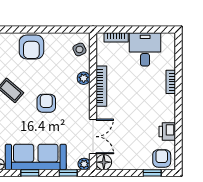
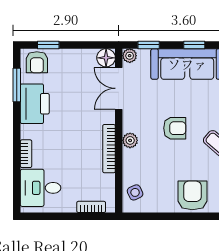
desk: (145, 49) -> (41, 188), moved, turned 90
plant: (84, 78) -> (130, 140), moved
armchair: (46, 103) -> (175, 128), turned -90
printer: (167, 131) -> (35, 104), width x1.87, depth x1.48
window: (179, 139) -> (17, 85), added

